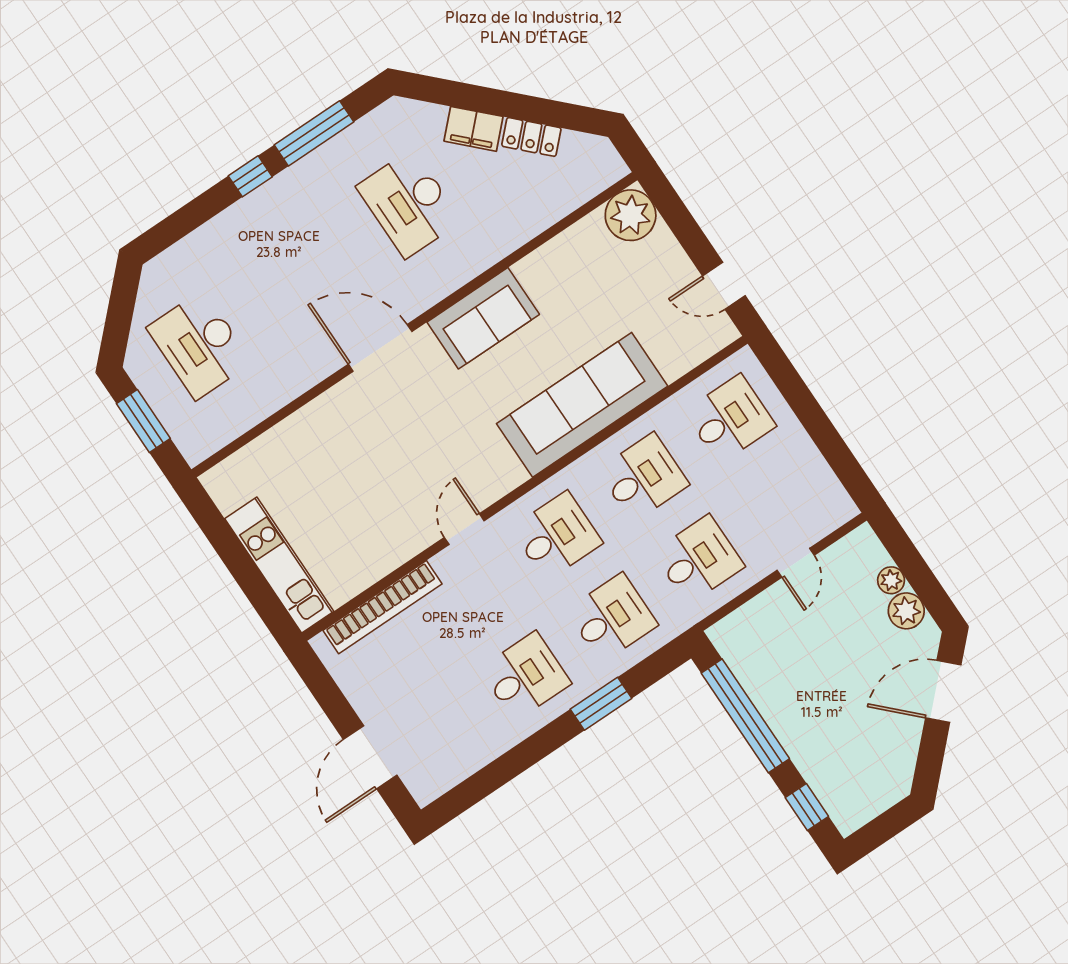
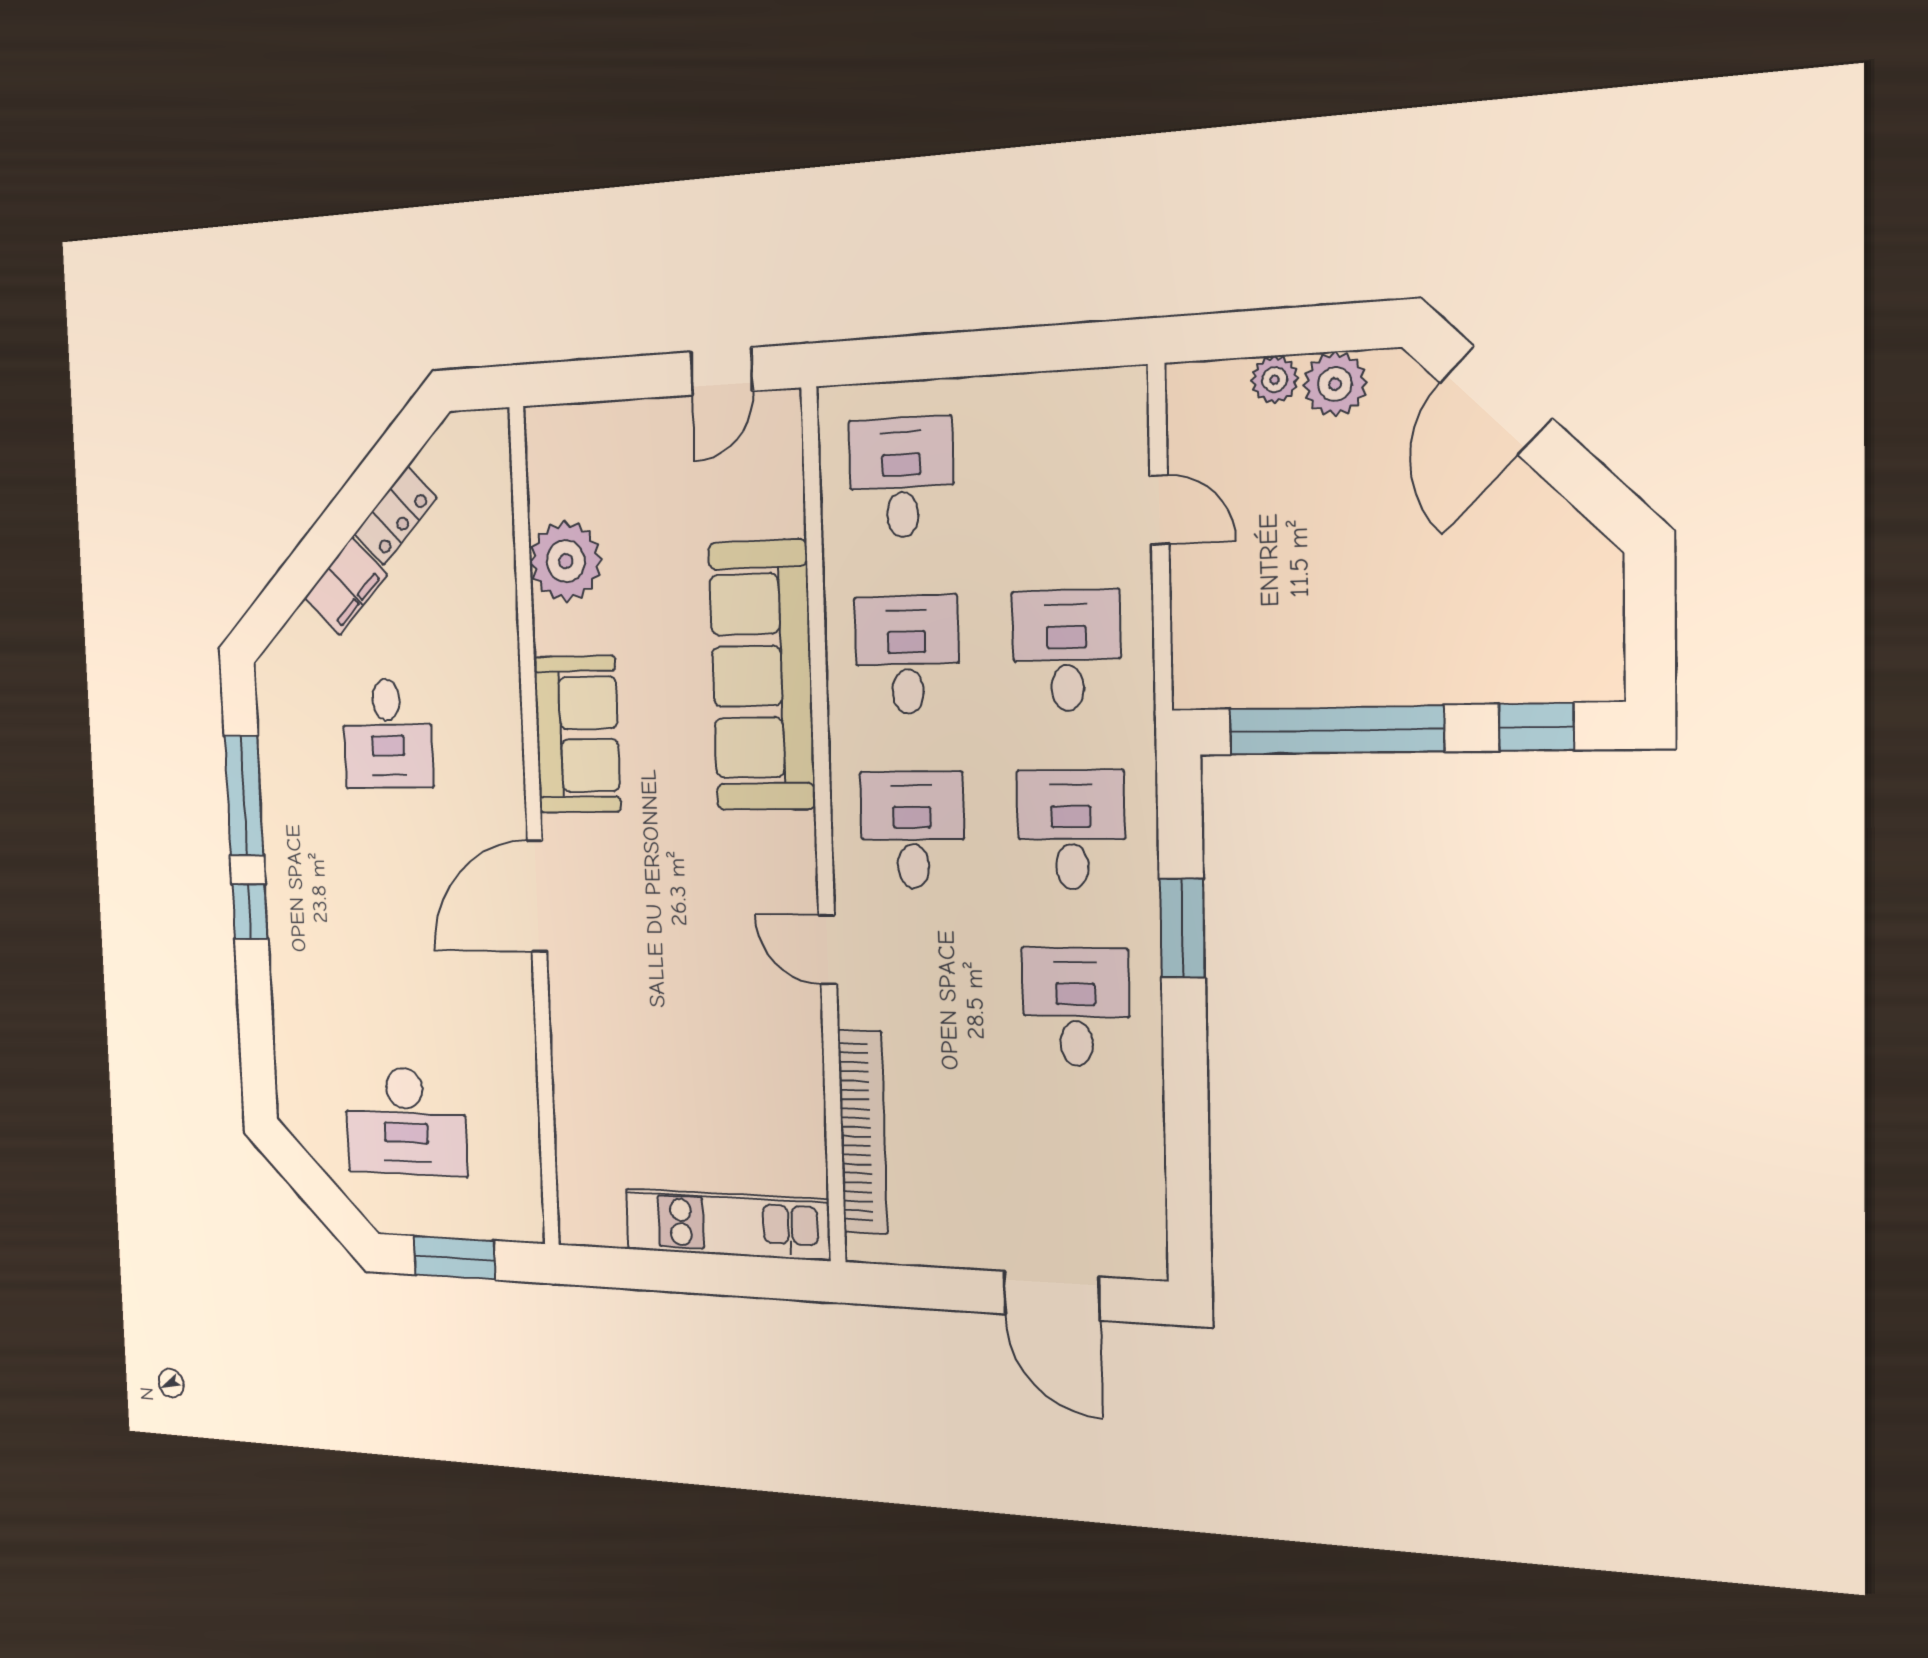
desk: (409, 204) -> (388, 734), width x0.73
plant: (631, 215) -> (566, 561), moved

